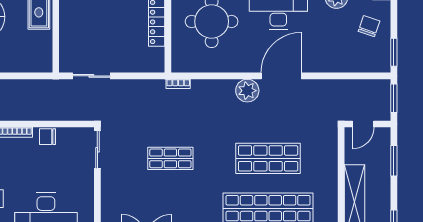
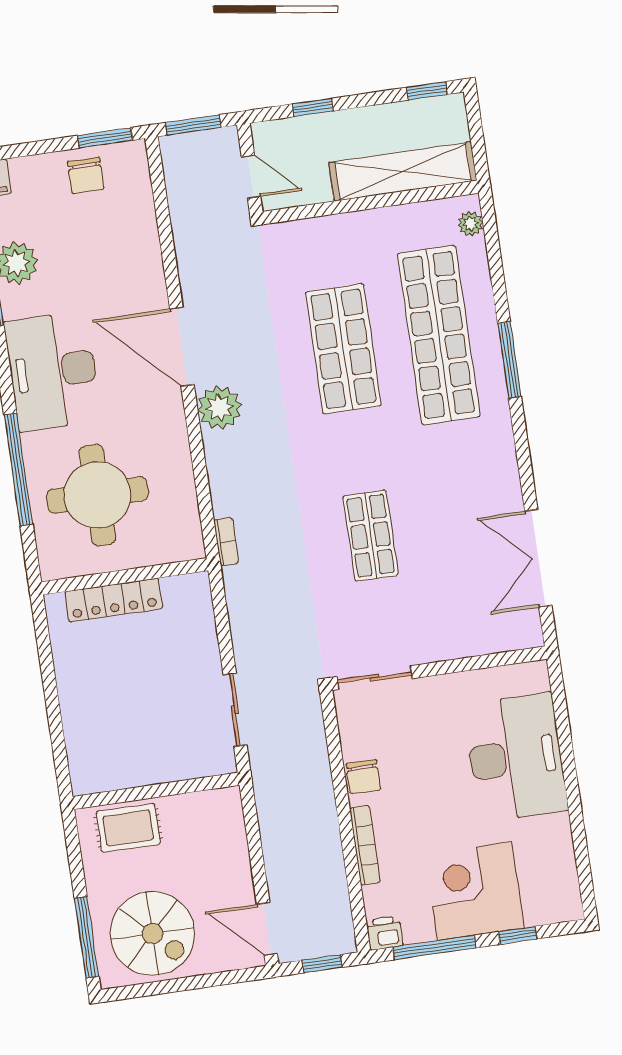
chair: (369, 26) -> (86, 175), moved, turned -109
window: (394, 161) -> (313, 108), width x0.67

